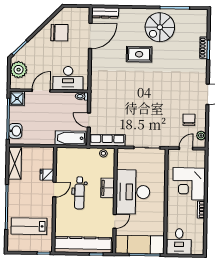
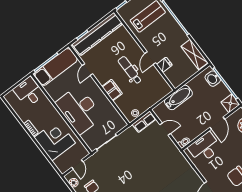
bathtub: (71, 138) -> (178, 97), moved
row of seats: (107, 140) -> (144, 122), width x0.68
desk: (133, 192) -> (79, 110), moved, turned 180

